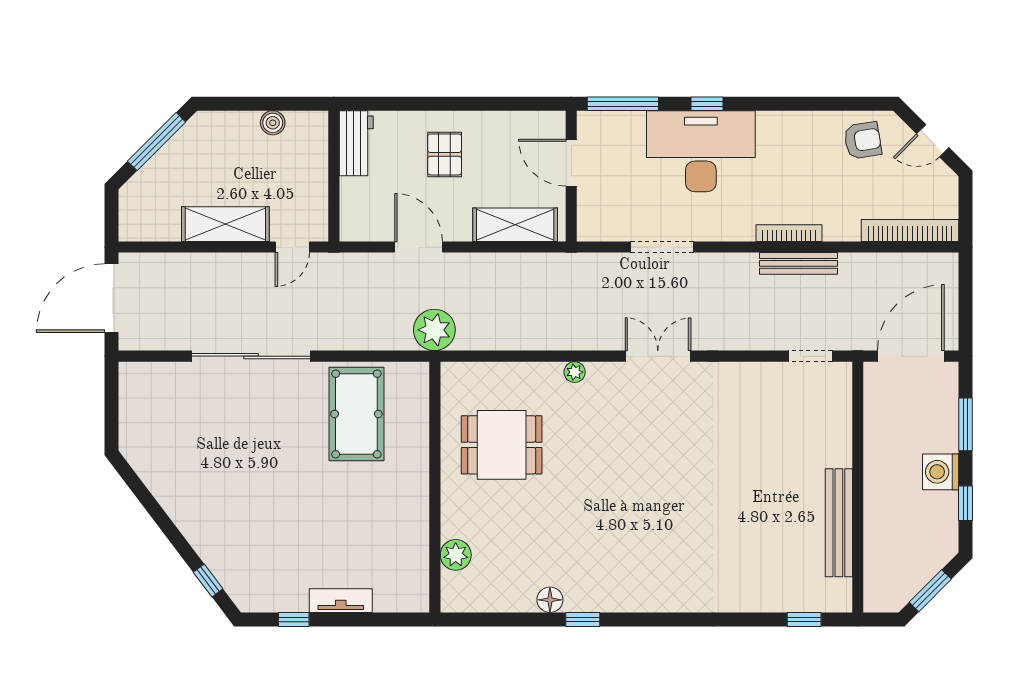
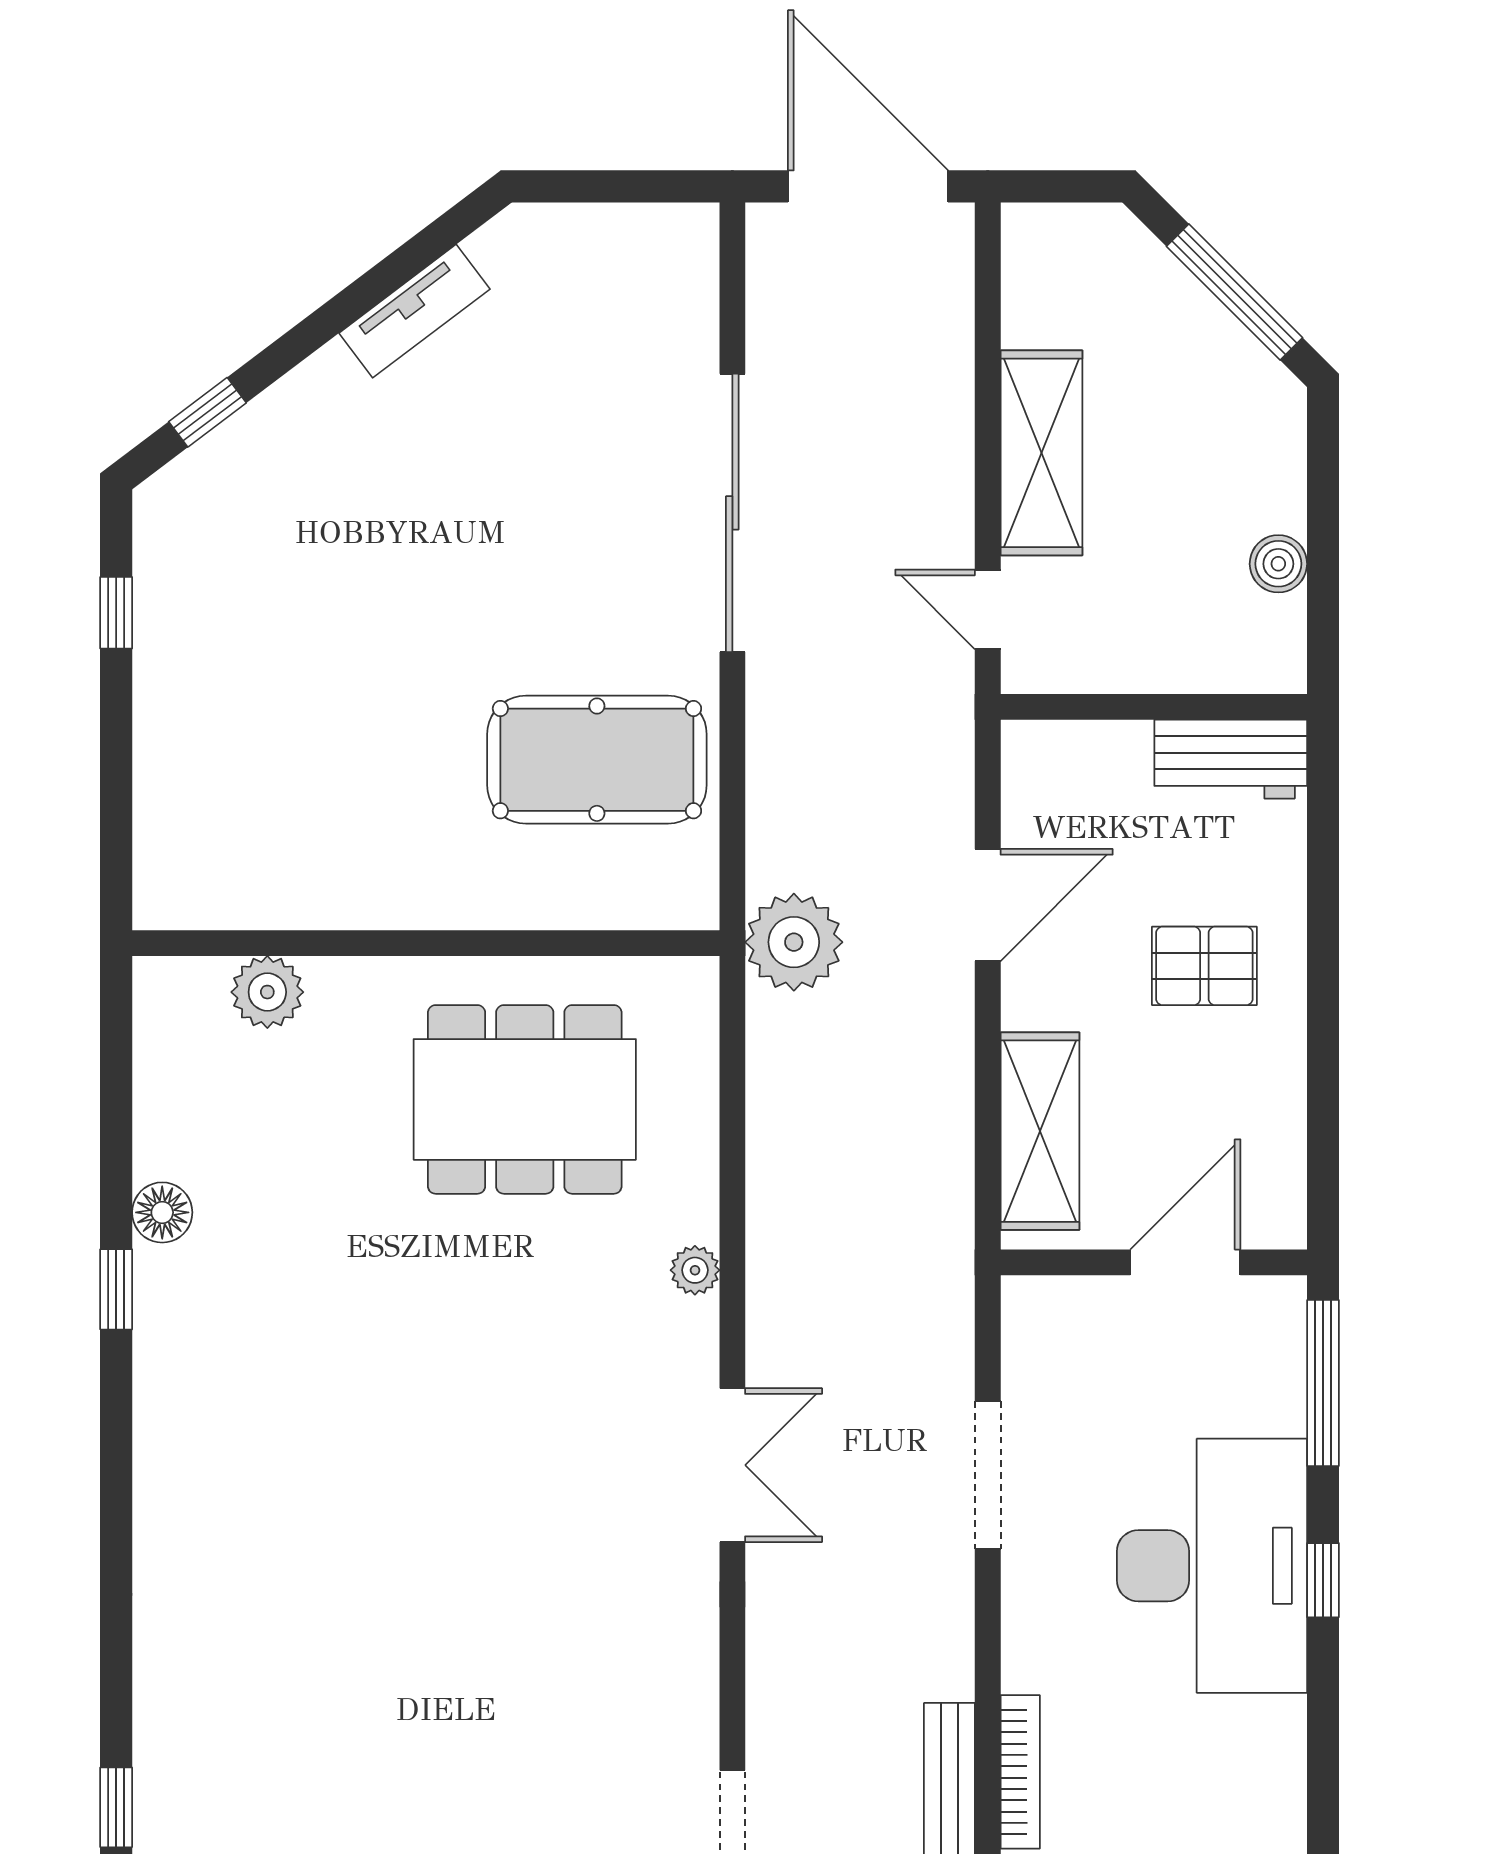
dining table: (502, 445) -> (525, 1099), width x1.38
tv unit: (341, 601) -> (414, 311), moved, turned 53

